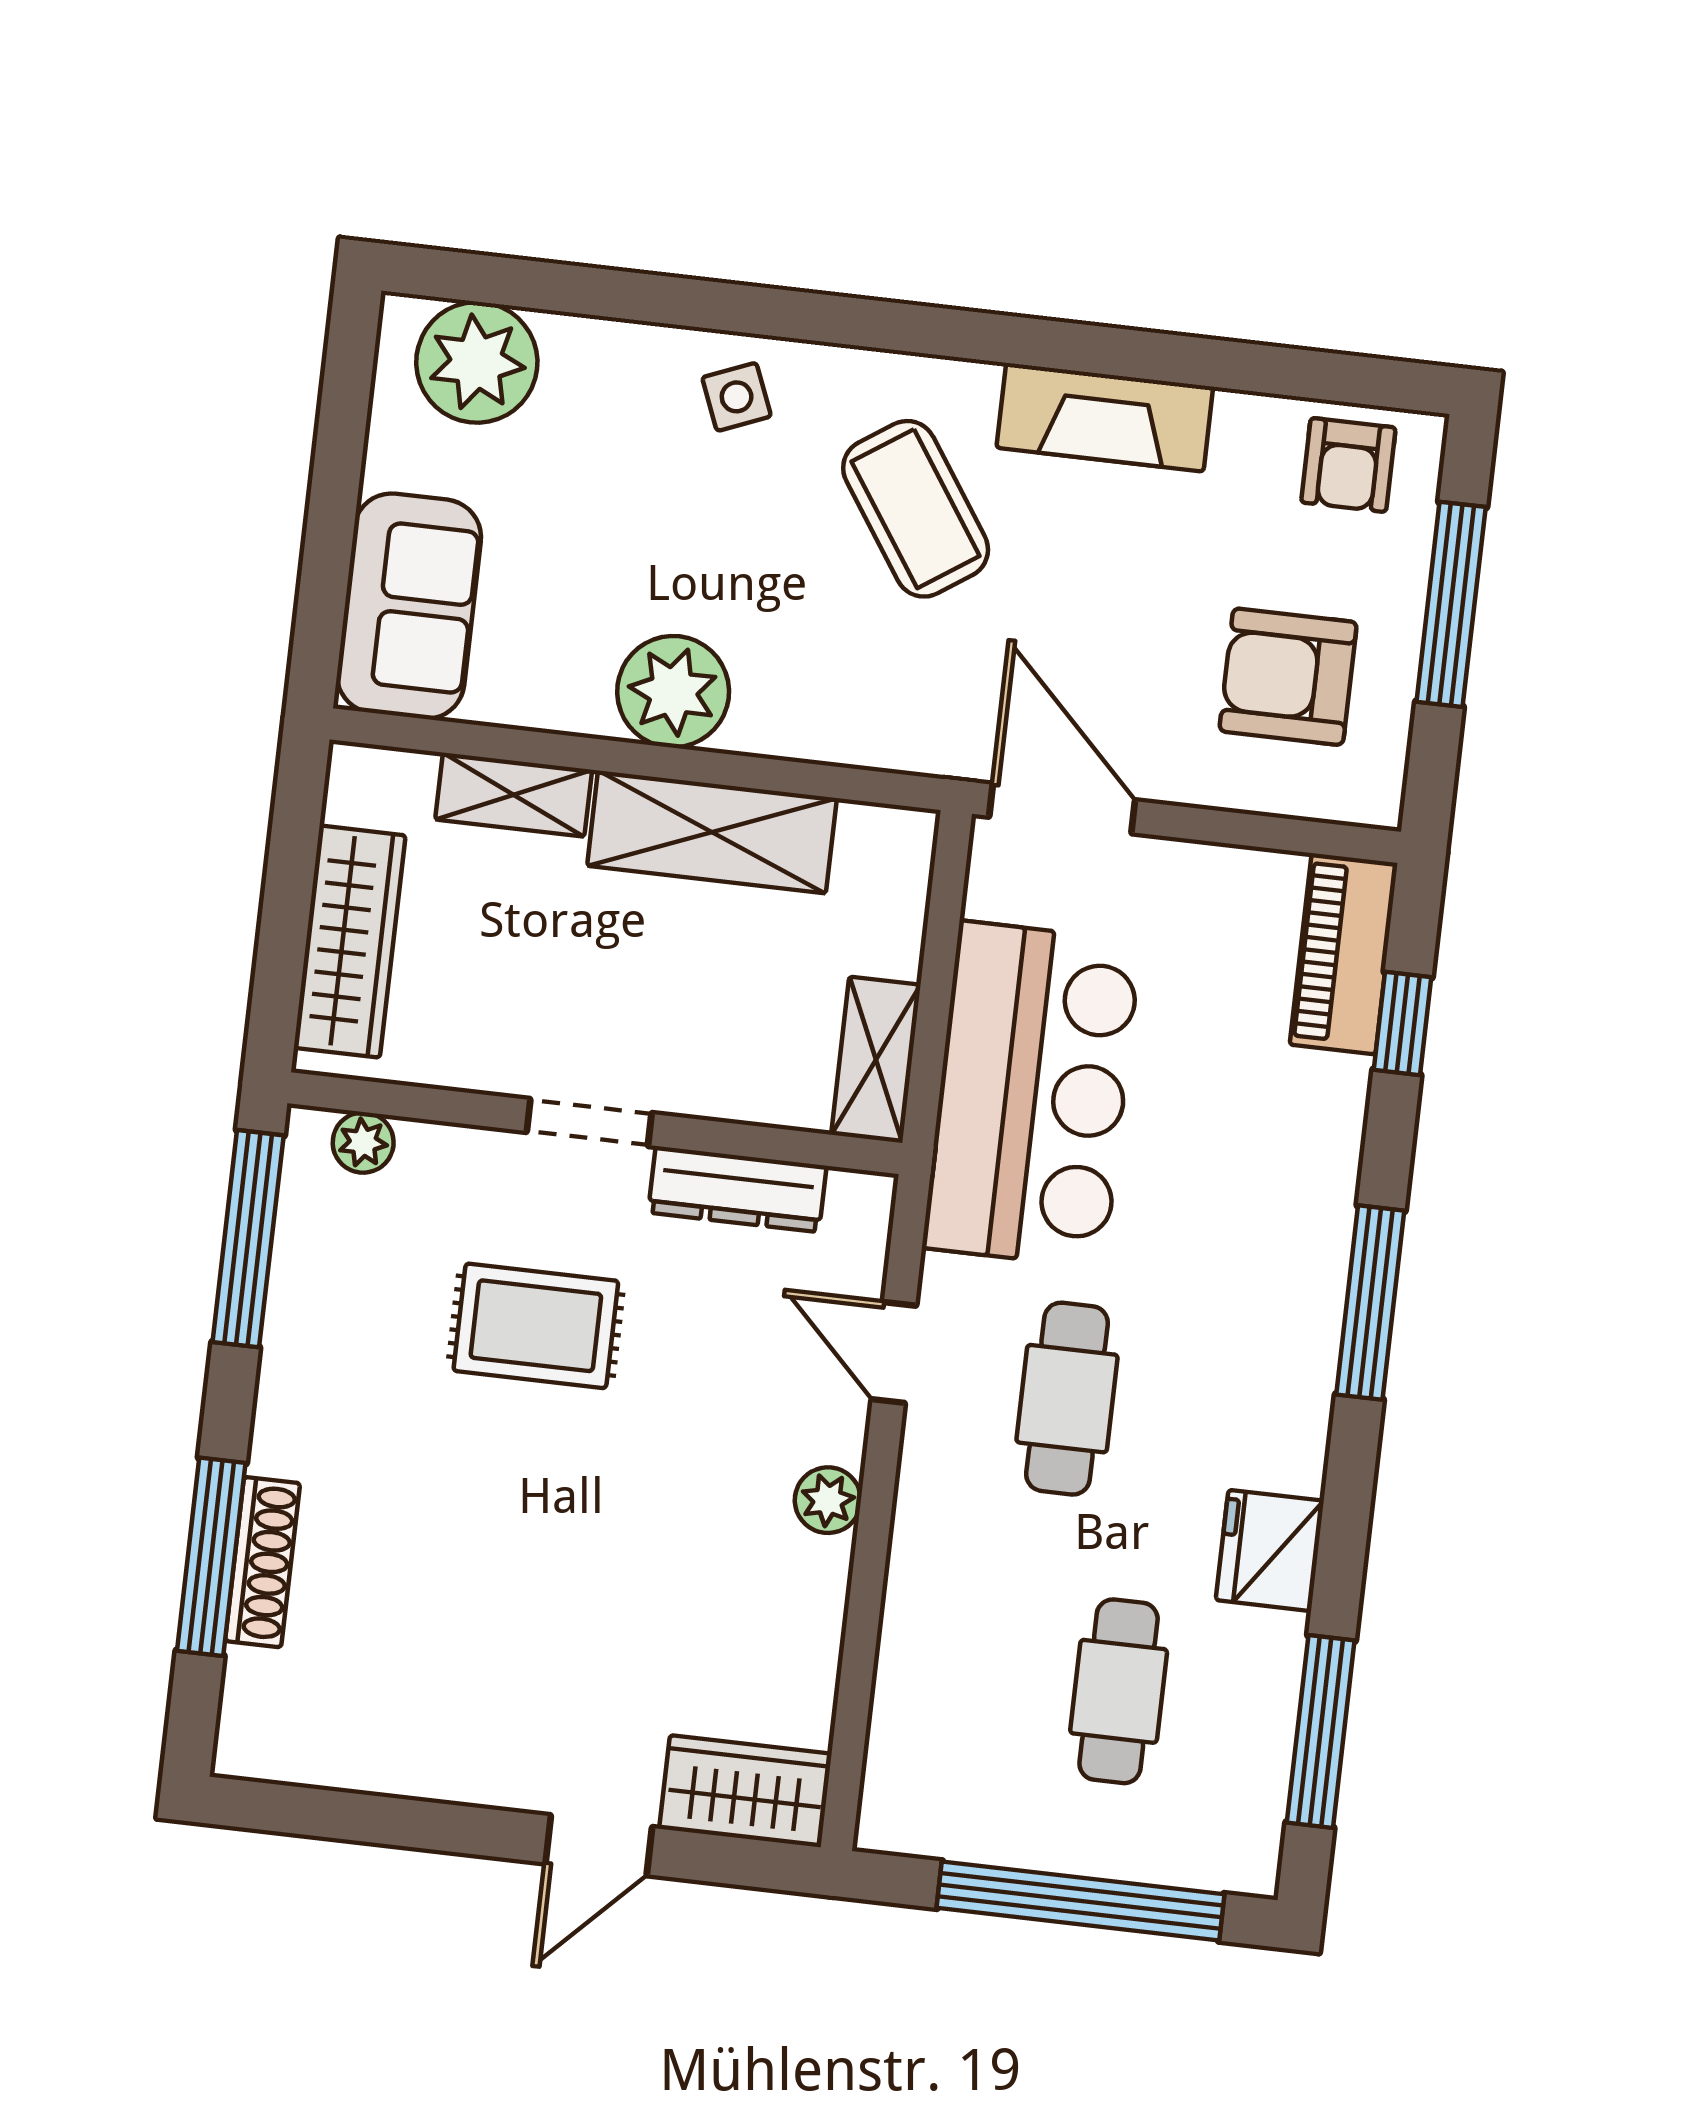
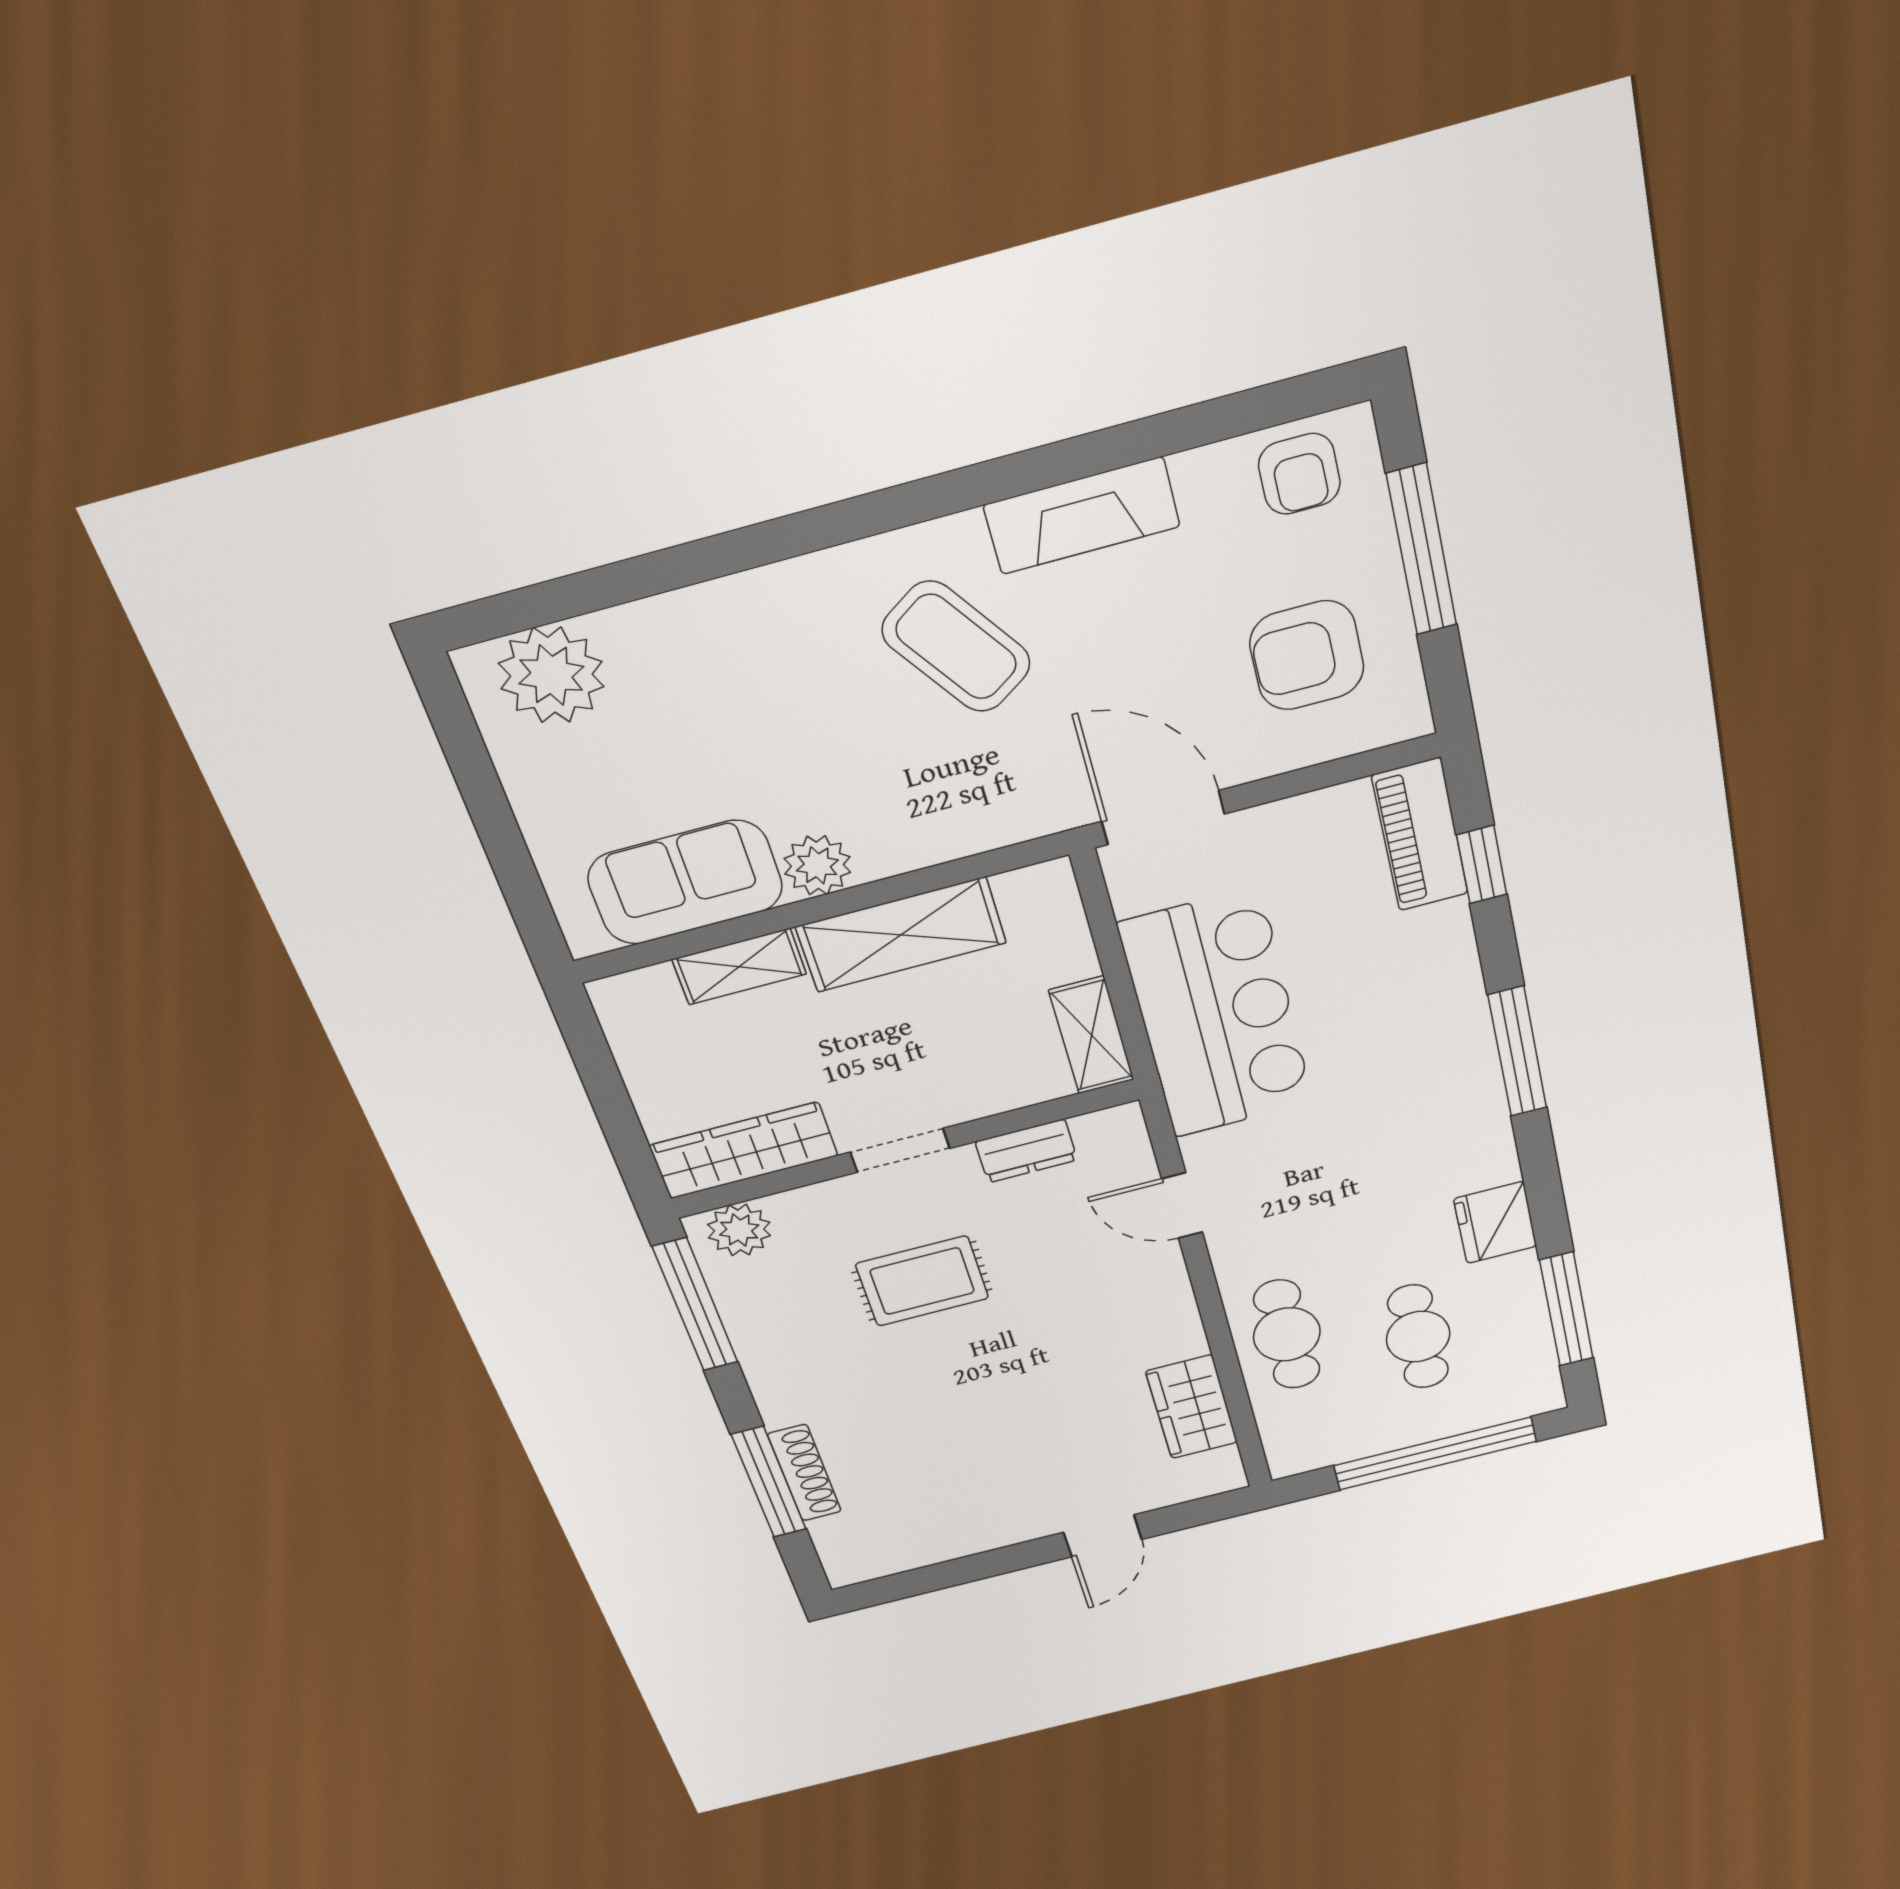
side table: (737, 397) -> (773, 619), removed
sofa: (409, 606) -> (685, 883), moved, turned -90
plant: (673, 692) -> (817, 865), width x0.73, depth x0.73
wardrobe: (350, 942) -> (744, 1150), moved, turned -90
plant: (363, 1143) -> (739, 1230), width x1.38, depth x1.38
dresser: (737, 1189) -> (1026, 1151), width x0.70
cafe table: (1067, 1399) -> (1287, 1334), moved
plant: (828, 1500) -> (1173, 1305), removed
wardrobe: (745, 1791) -> (1192, 1407), moved, turned -90

